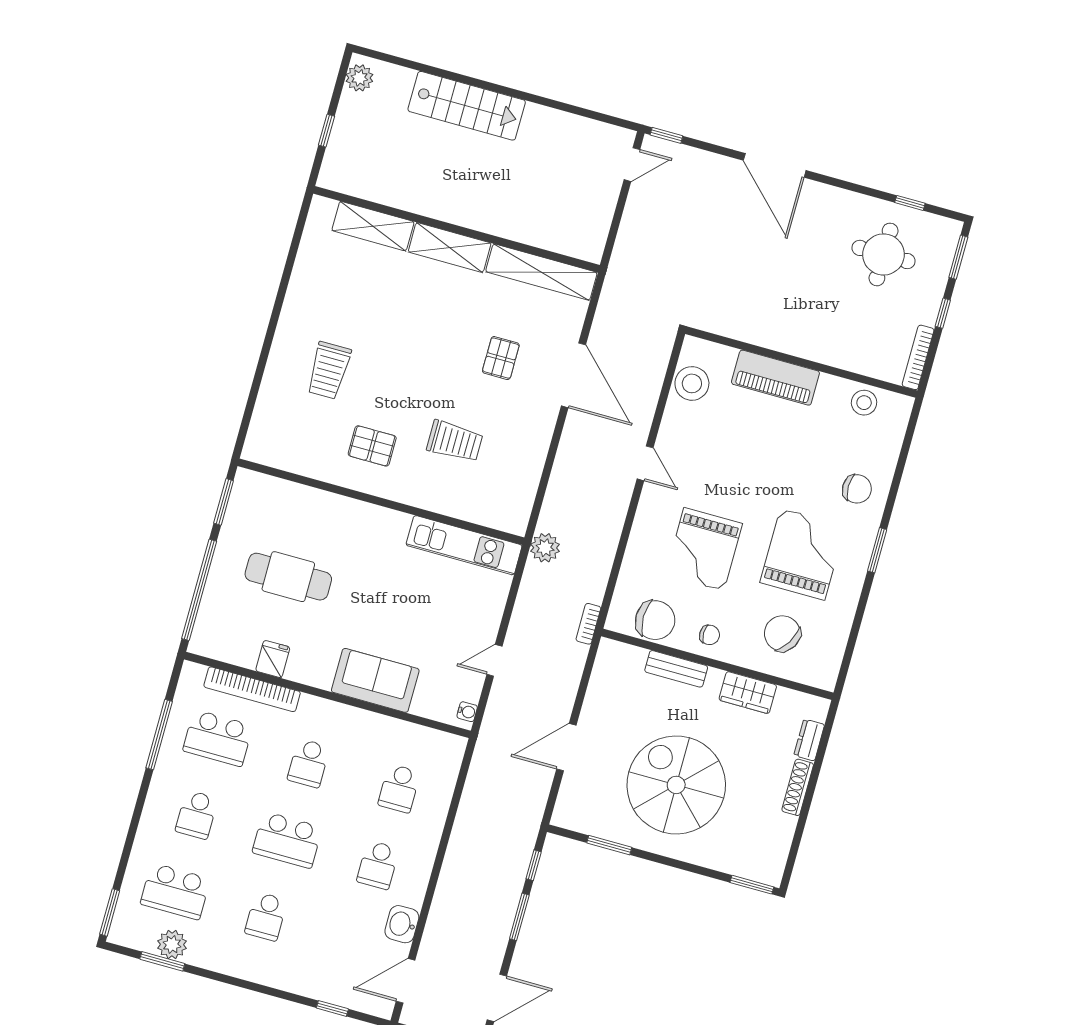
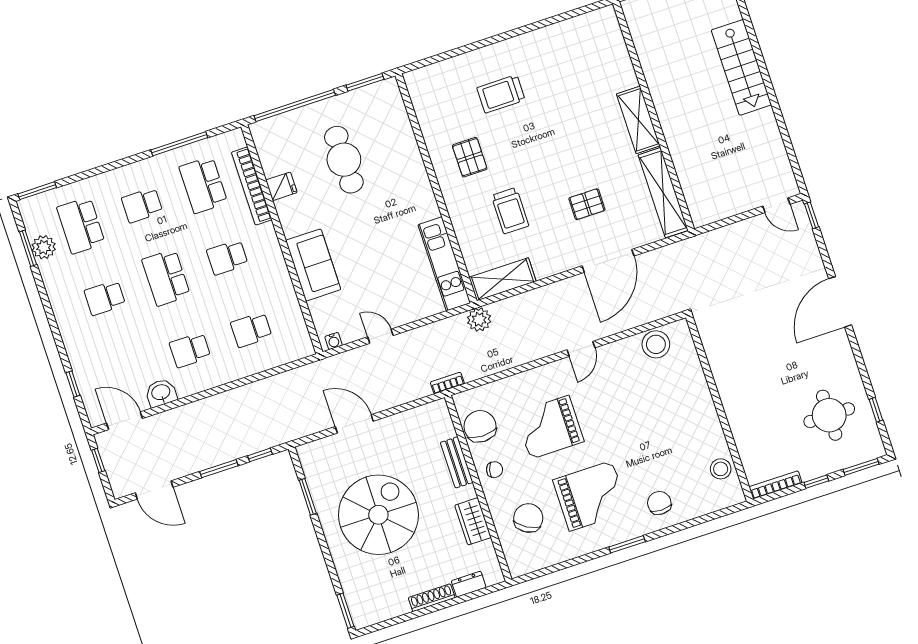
shelving: (373, 226) -> (502, 279), moved, turned 90
piano: (775, 378) -> (698, 398), removed
chair: (857, 489) -> (659, 503), turned 180
chair: (655, 620) -> (480, 426), turned 180
chair: (710, 635) -> (495, 470), turned -75

